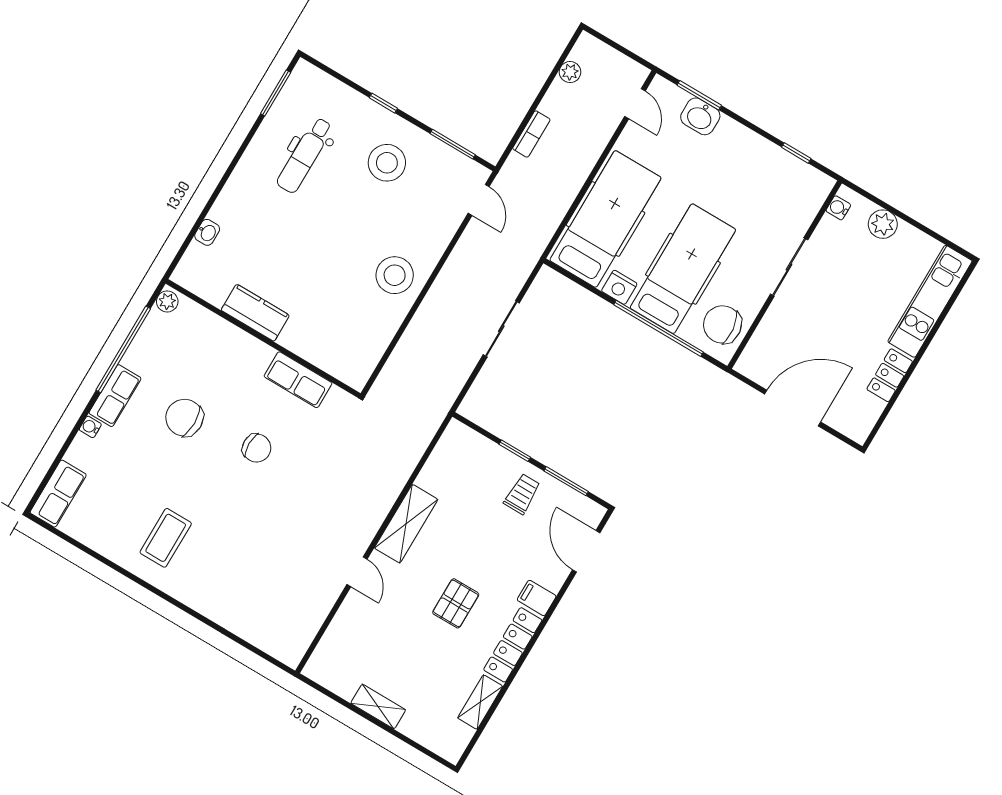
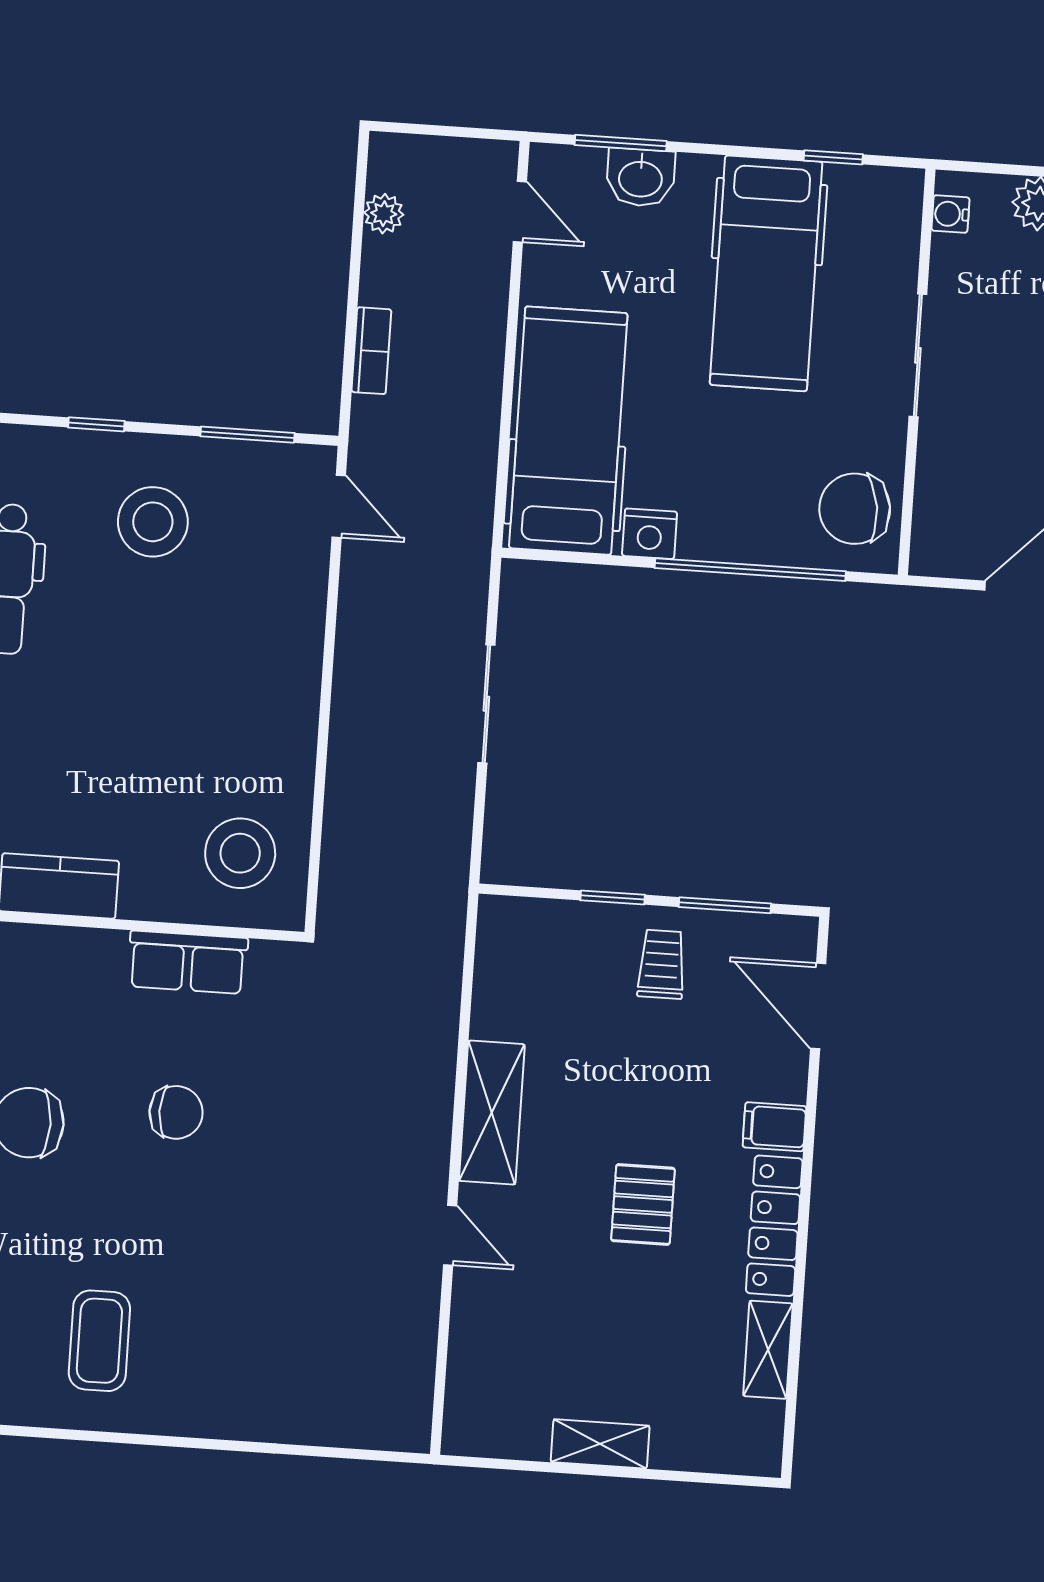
hospital bed: (683, 269) -> (766, 273), moved, turned 180
stool: (395, 275) -> (240, 853), moved

